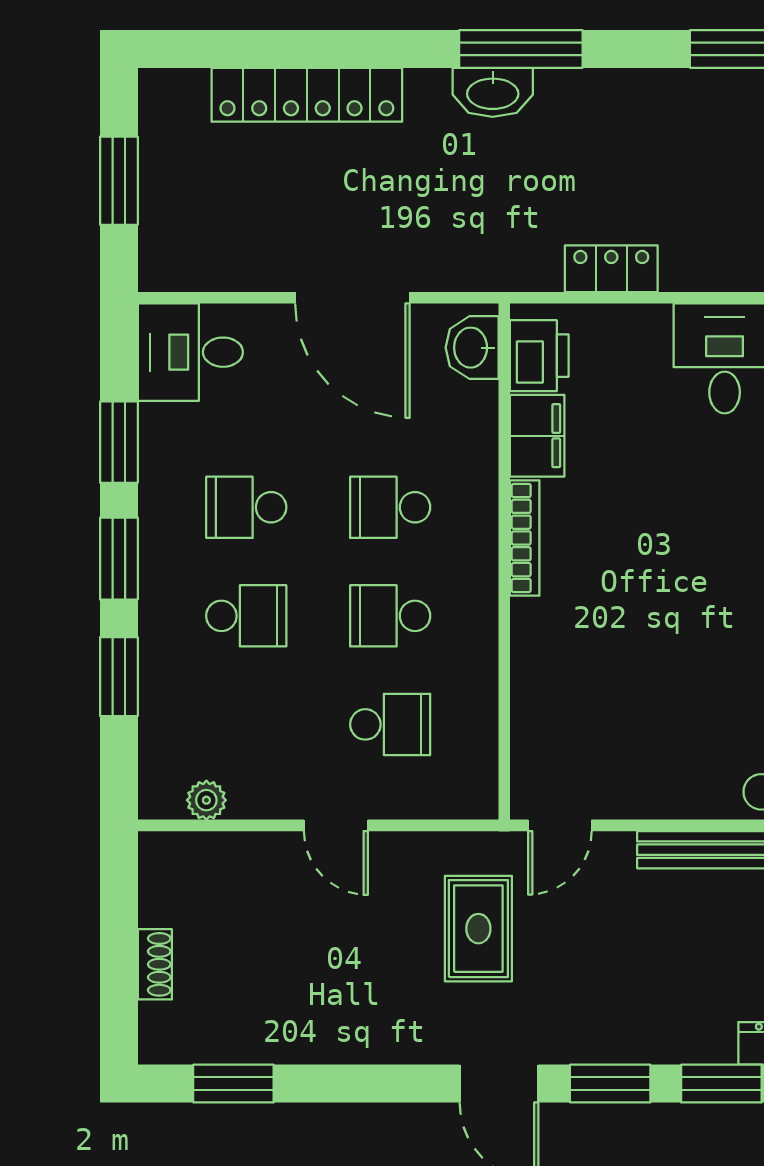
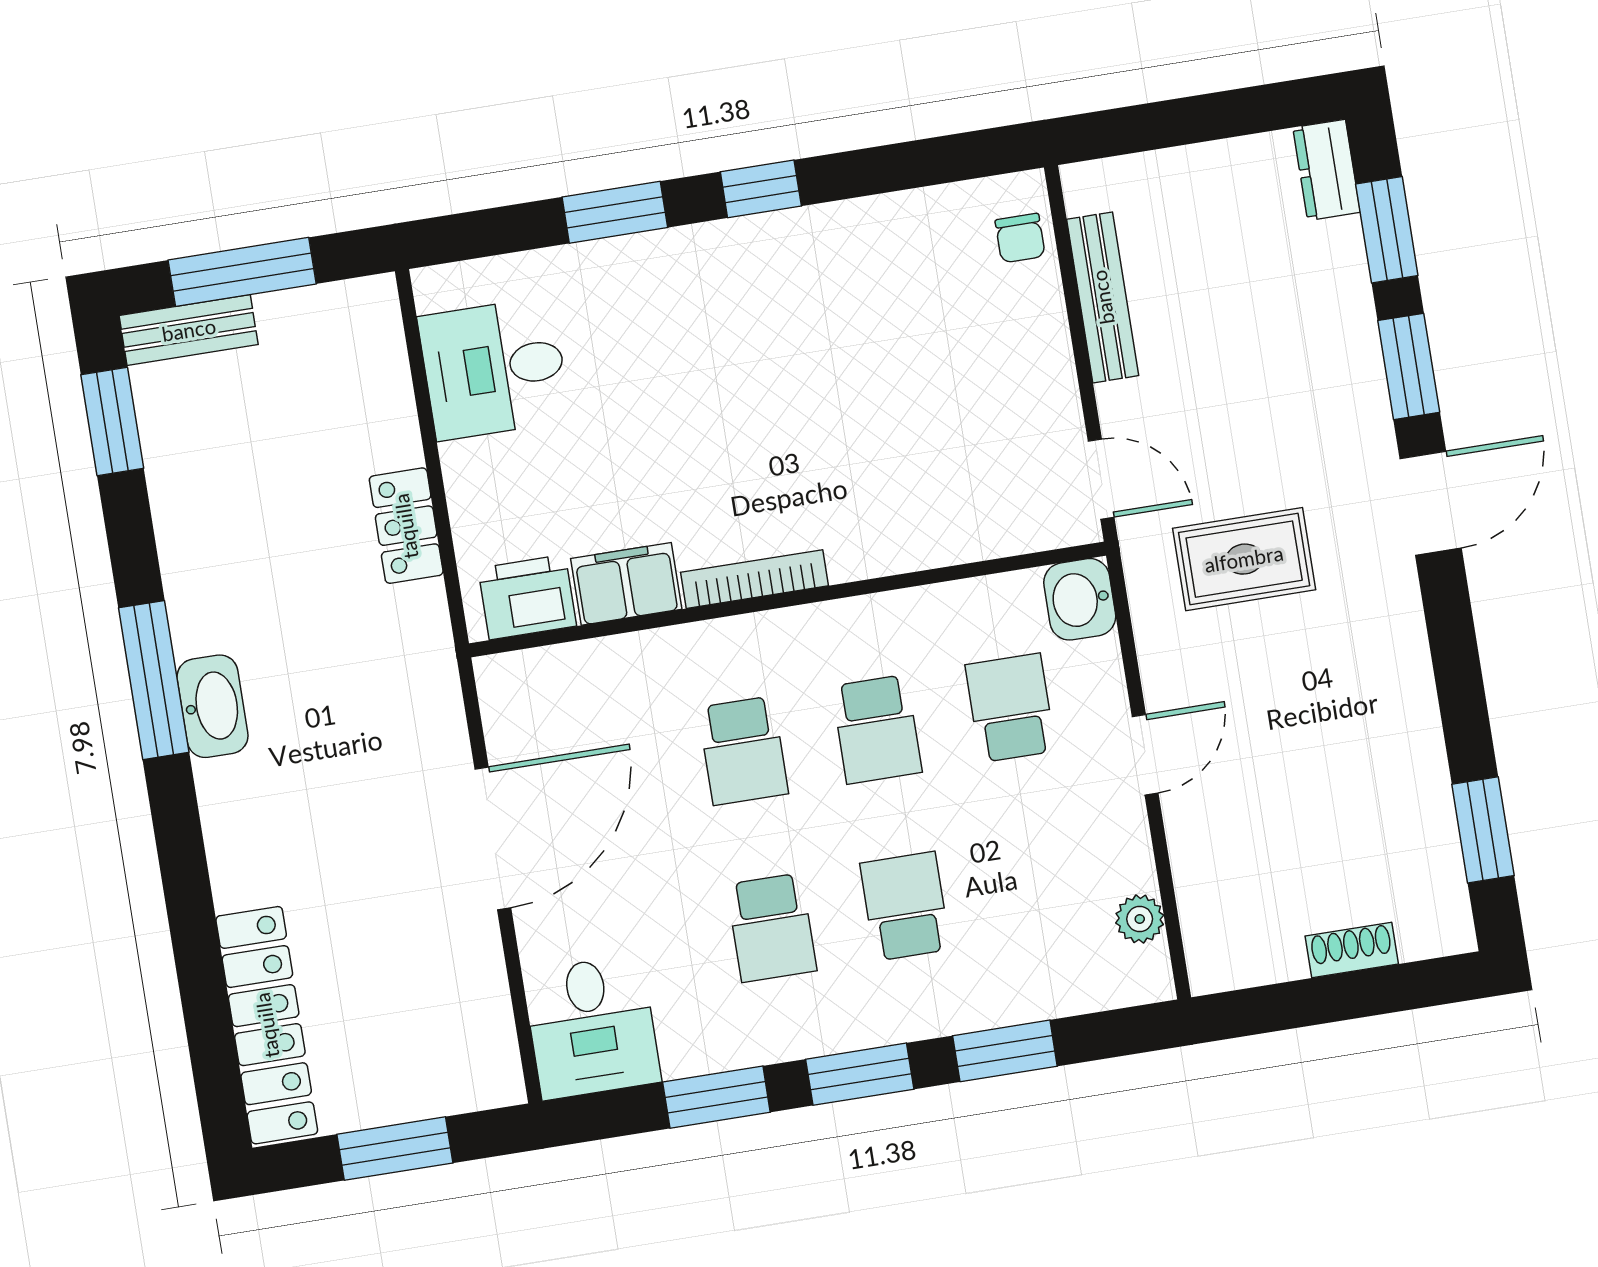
locker: (307, 95) -> (267, 1025), moved
washbasin: (472, 348) -> (1080, 599), moved, turned 90

